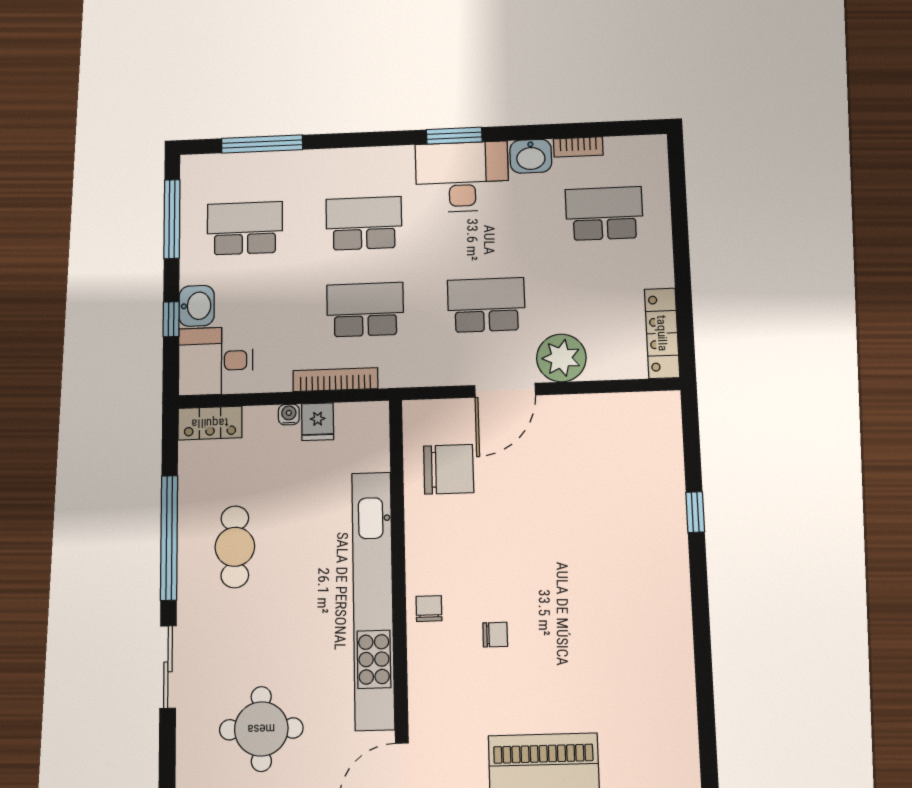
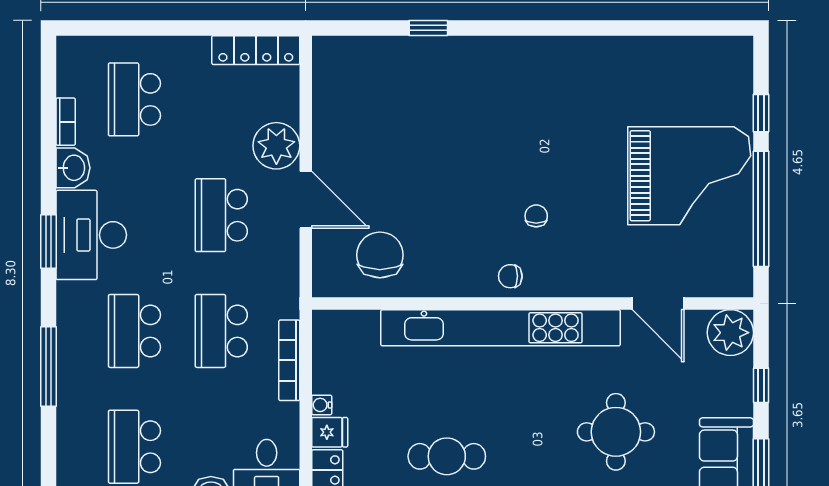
window: (262, 144) -> (48, 367), moved
fridge: (318, 422) -> (330, 432), moved

